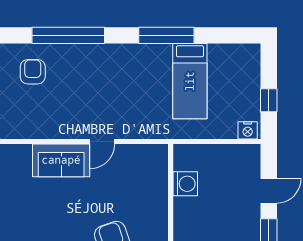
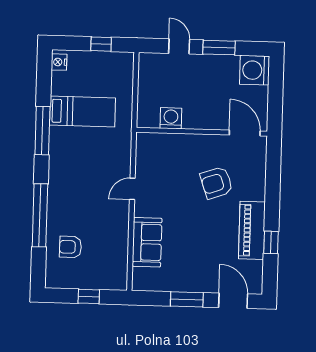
nightstand: (248, 130) -> (59, 62), moved, turned 180
door: (102, 142) -> (132, 189), swing flipped
sofa: (61, 160) -> (147, 242), moved

